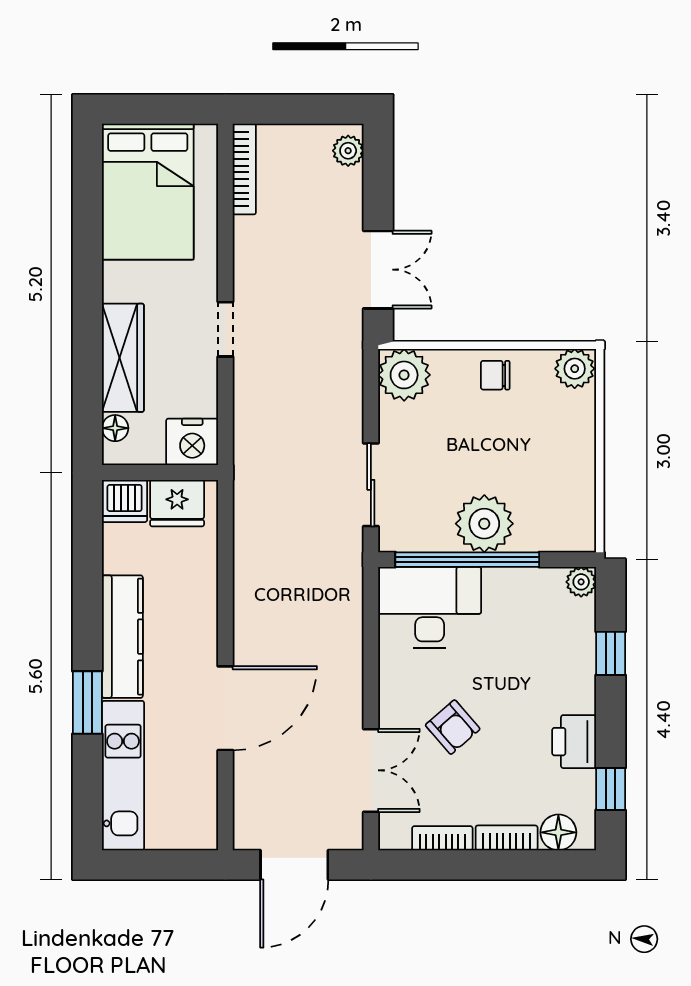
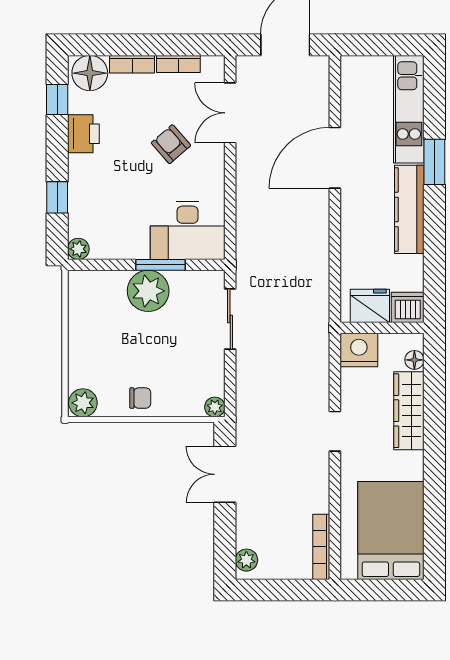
plant: (404, 375) -> (215, 407), width x0.53, depth x0.53
window: (467, 560) -> (160, 265), width x0.47
floor lamp: (558, 832) -> (90, 73), width x1.38, depth x1.38

